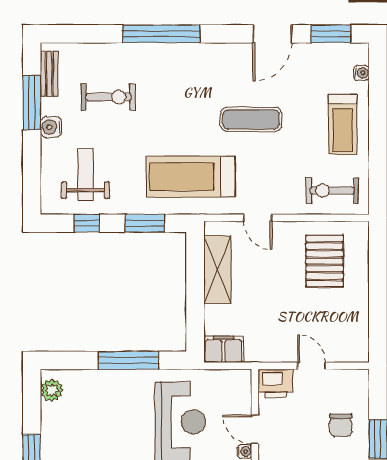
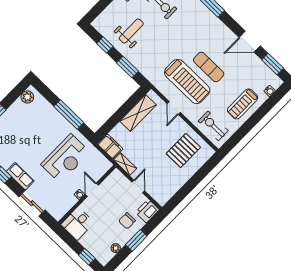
weight bench: (86, 175) -> (131, 31), moved
treadmill: (190, 177) -> (187, 81), moved, turned 180
shelving: (266, 353) -> (125, 164), added
printer: (276, 383) -> (147, 211), moved, turned 90

